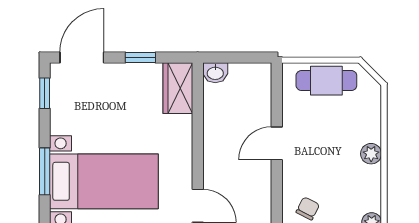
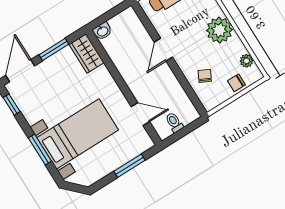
window: (140, 58) -> (54, 50), width x1.50
plant: (371, 154) -> (219, 30), width x1.88, depth x1.88

